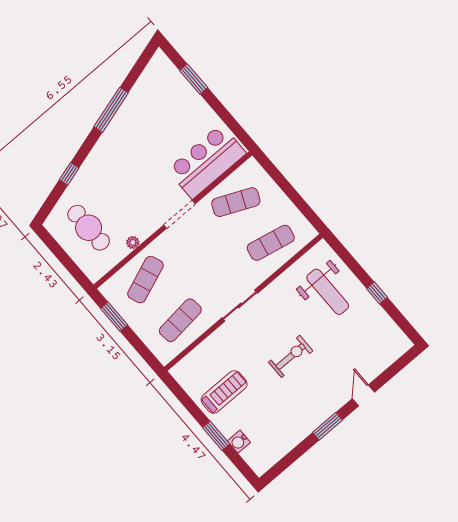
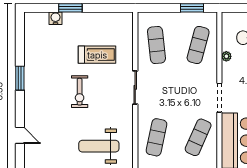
exercise mat: (145, 280) -> (198, 45), turned 36
treadmill: (224, 392) -> (97, 55), moved, turned -90
door: (364, 395) -> (20, 135), moved

